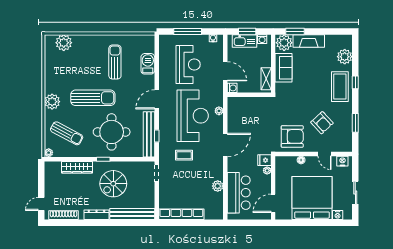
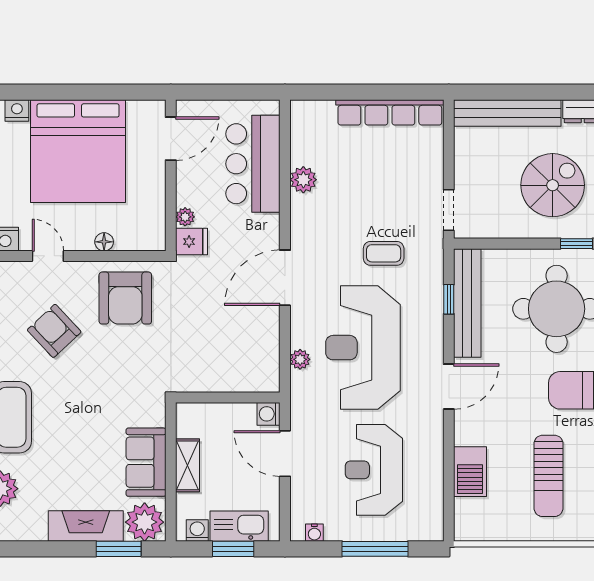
shelving: (266, 79) -> (188, 465), moved
armchair: (292, 136) -> (125, 298), turned -90

